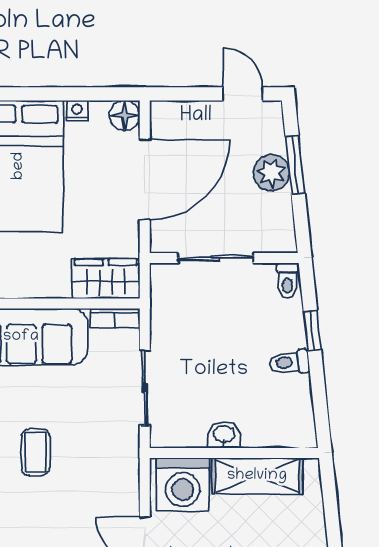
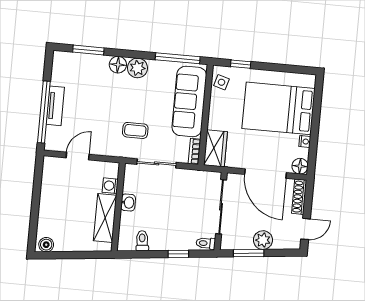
shoe rack: (183, 112) -> (299, 197), added
window: (295, 165) -> (249, 253), moved
sliding door: (216, 258) -> (221, 207), width x1.37
toilet: (290, 362) -> (142, 241), moved
coffee table: (36, 452) -> (135, 130), moved
washing machine: (183, 484) -> (110, 186), width x0.53, depth x0.53

